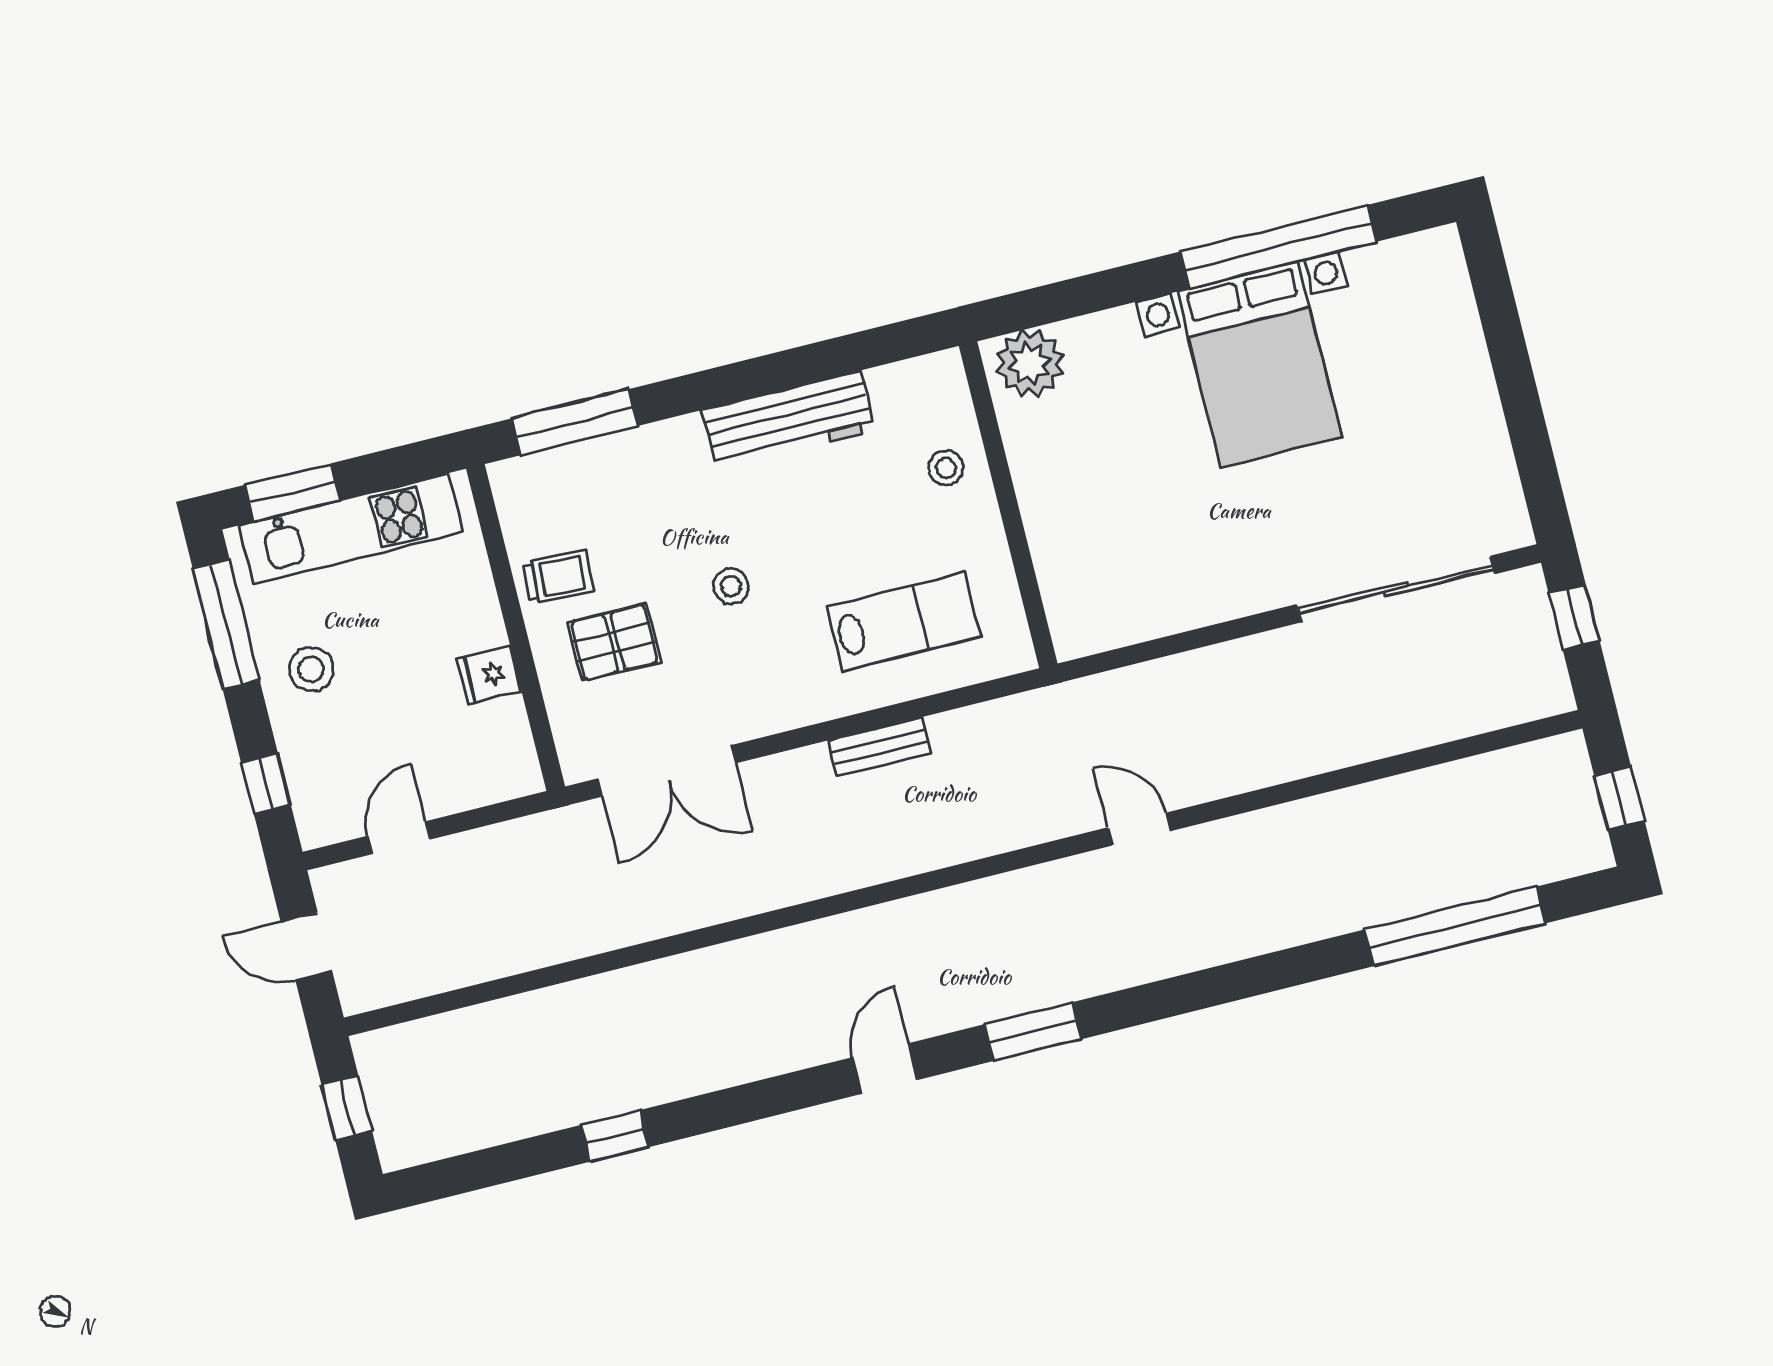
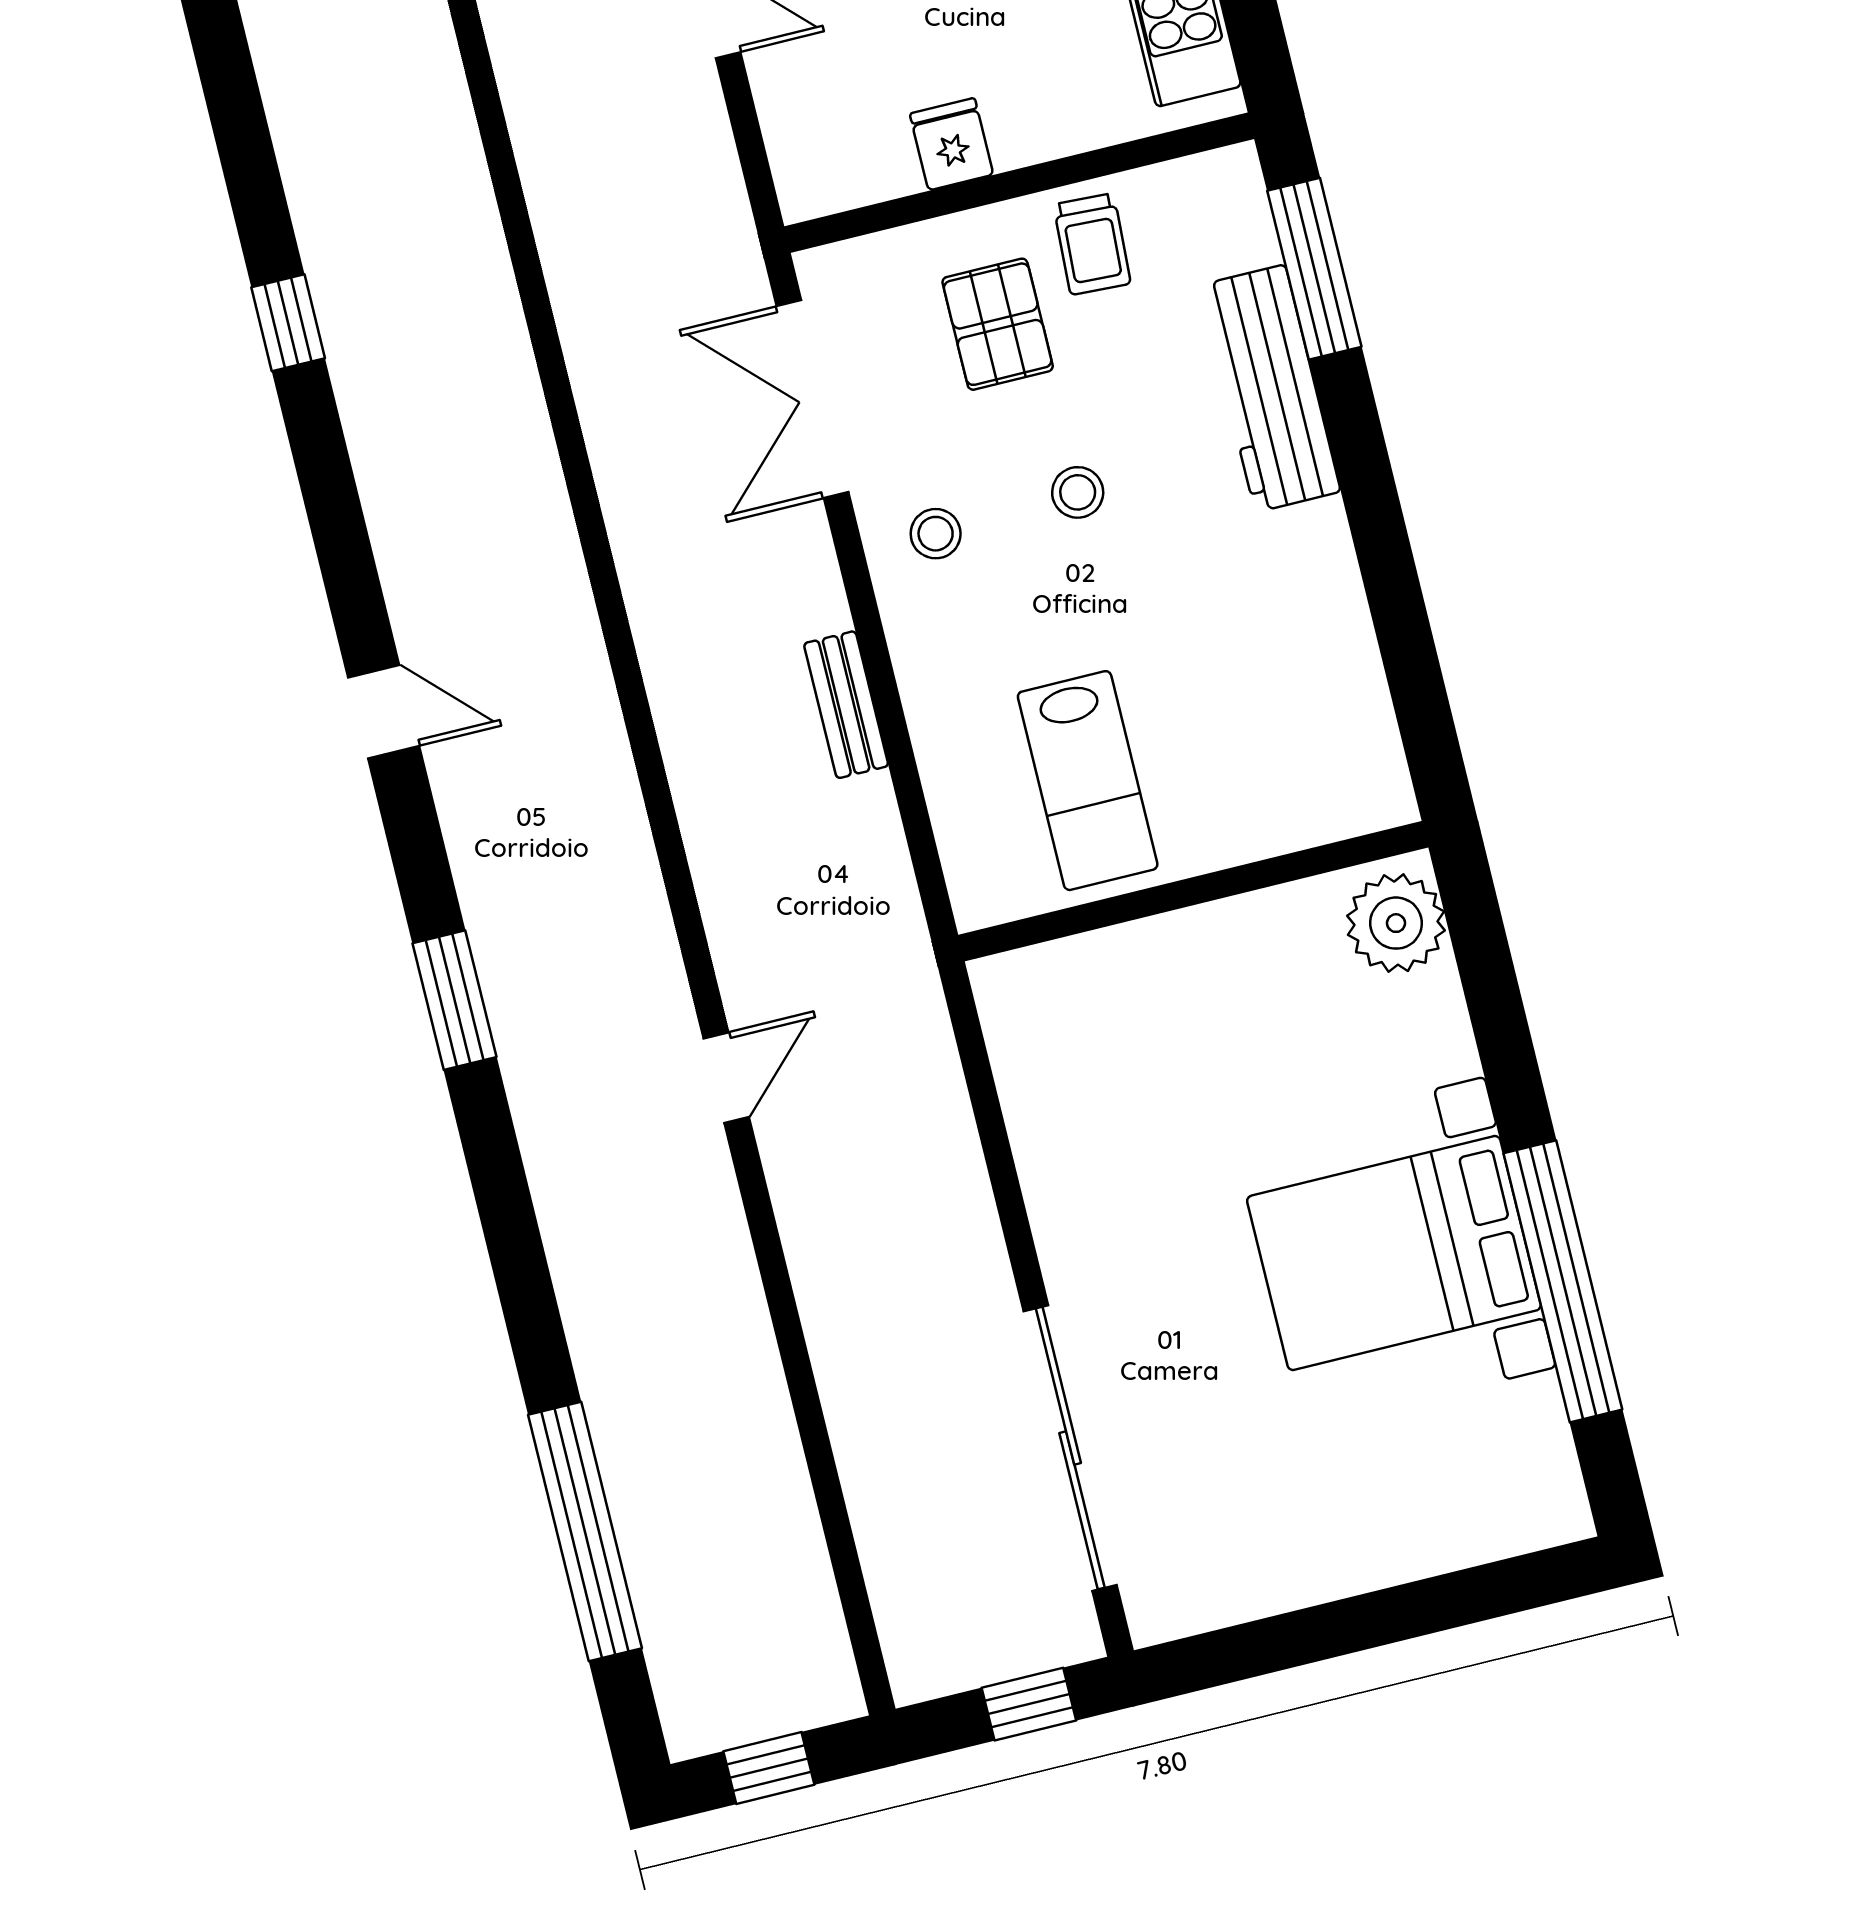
workbench: (789, 420) -> (1270, 388), moved
stool: (946, 468) -> (936, 534), moved
lab bench: (904, 622) -> (1088, 781), moved
window: (1033, 1032) -> (455, 1000), moved

